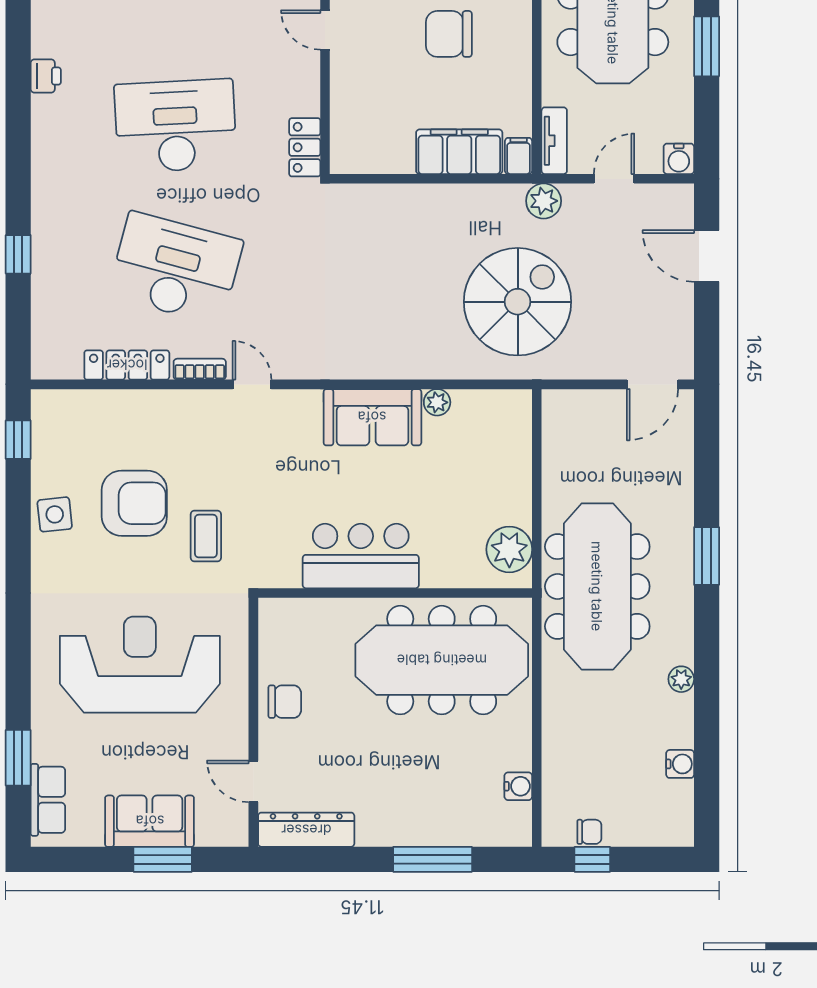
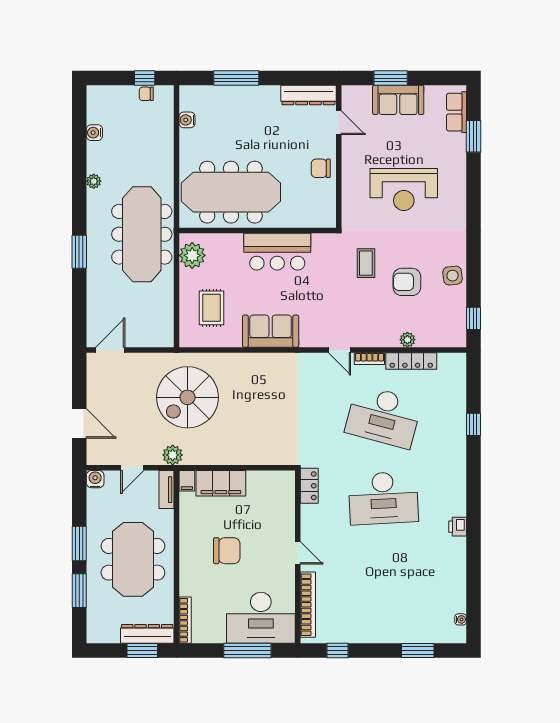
plant: (437, 402) -> (407, 340), moved
rug: (476, 458) -> (212, 308), added
armchair: (134, 503) -> (407, 282), width x0.73, depth x0.73
reception desk: (140, 665) -> (404, 190), width x0.74, depth x0.77

